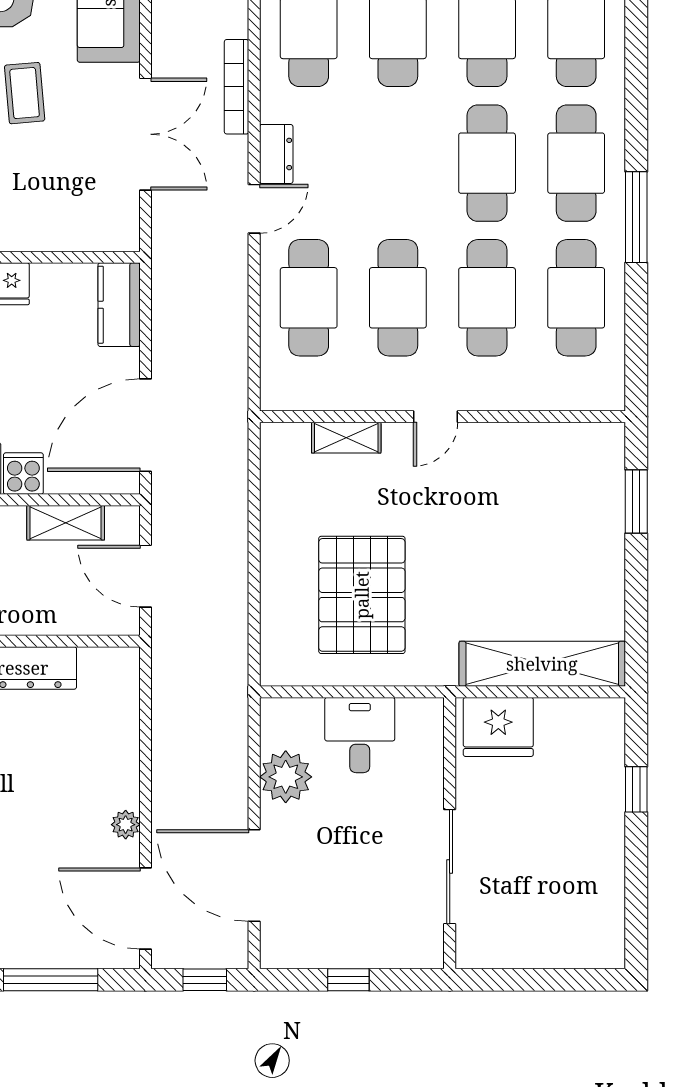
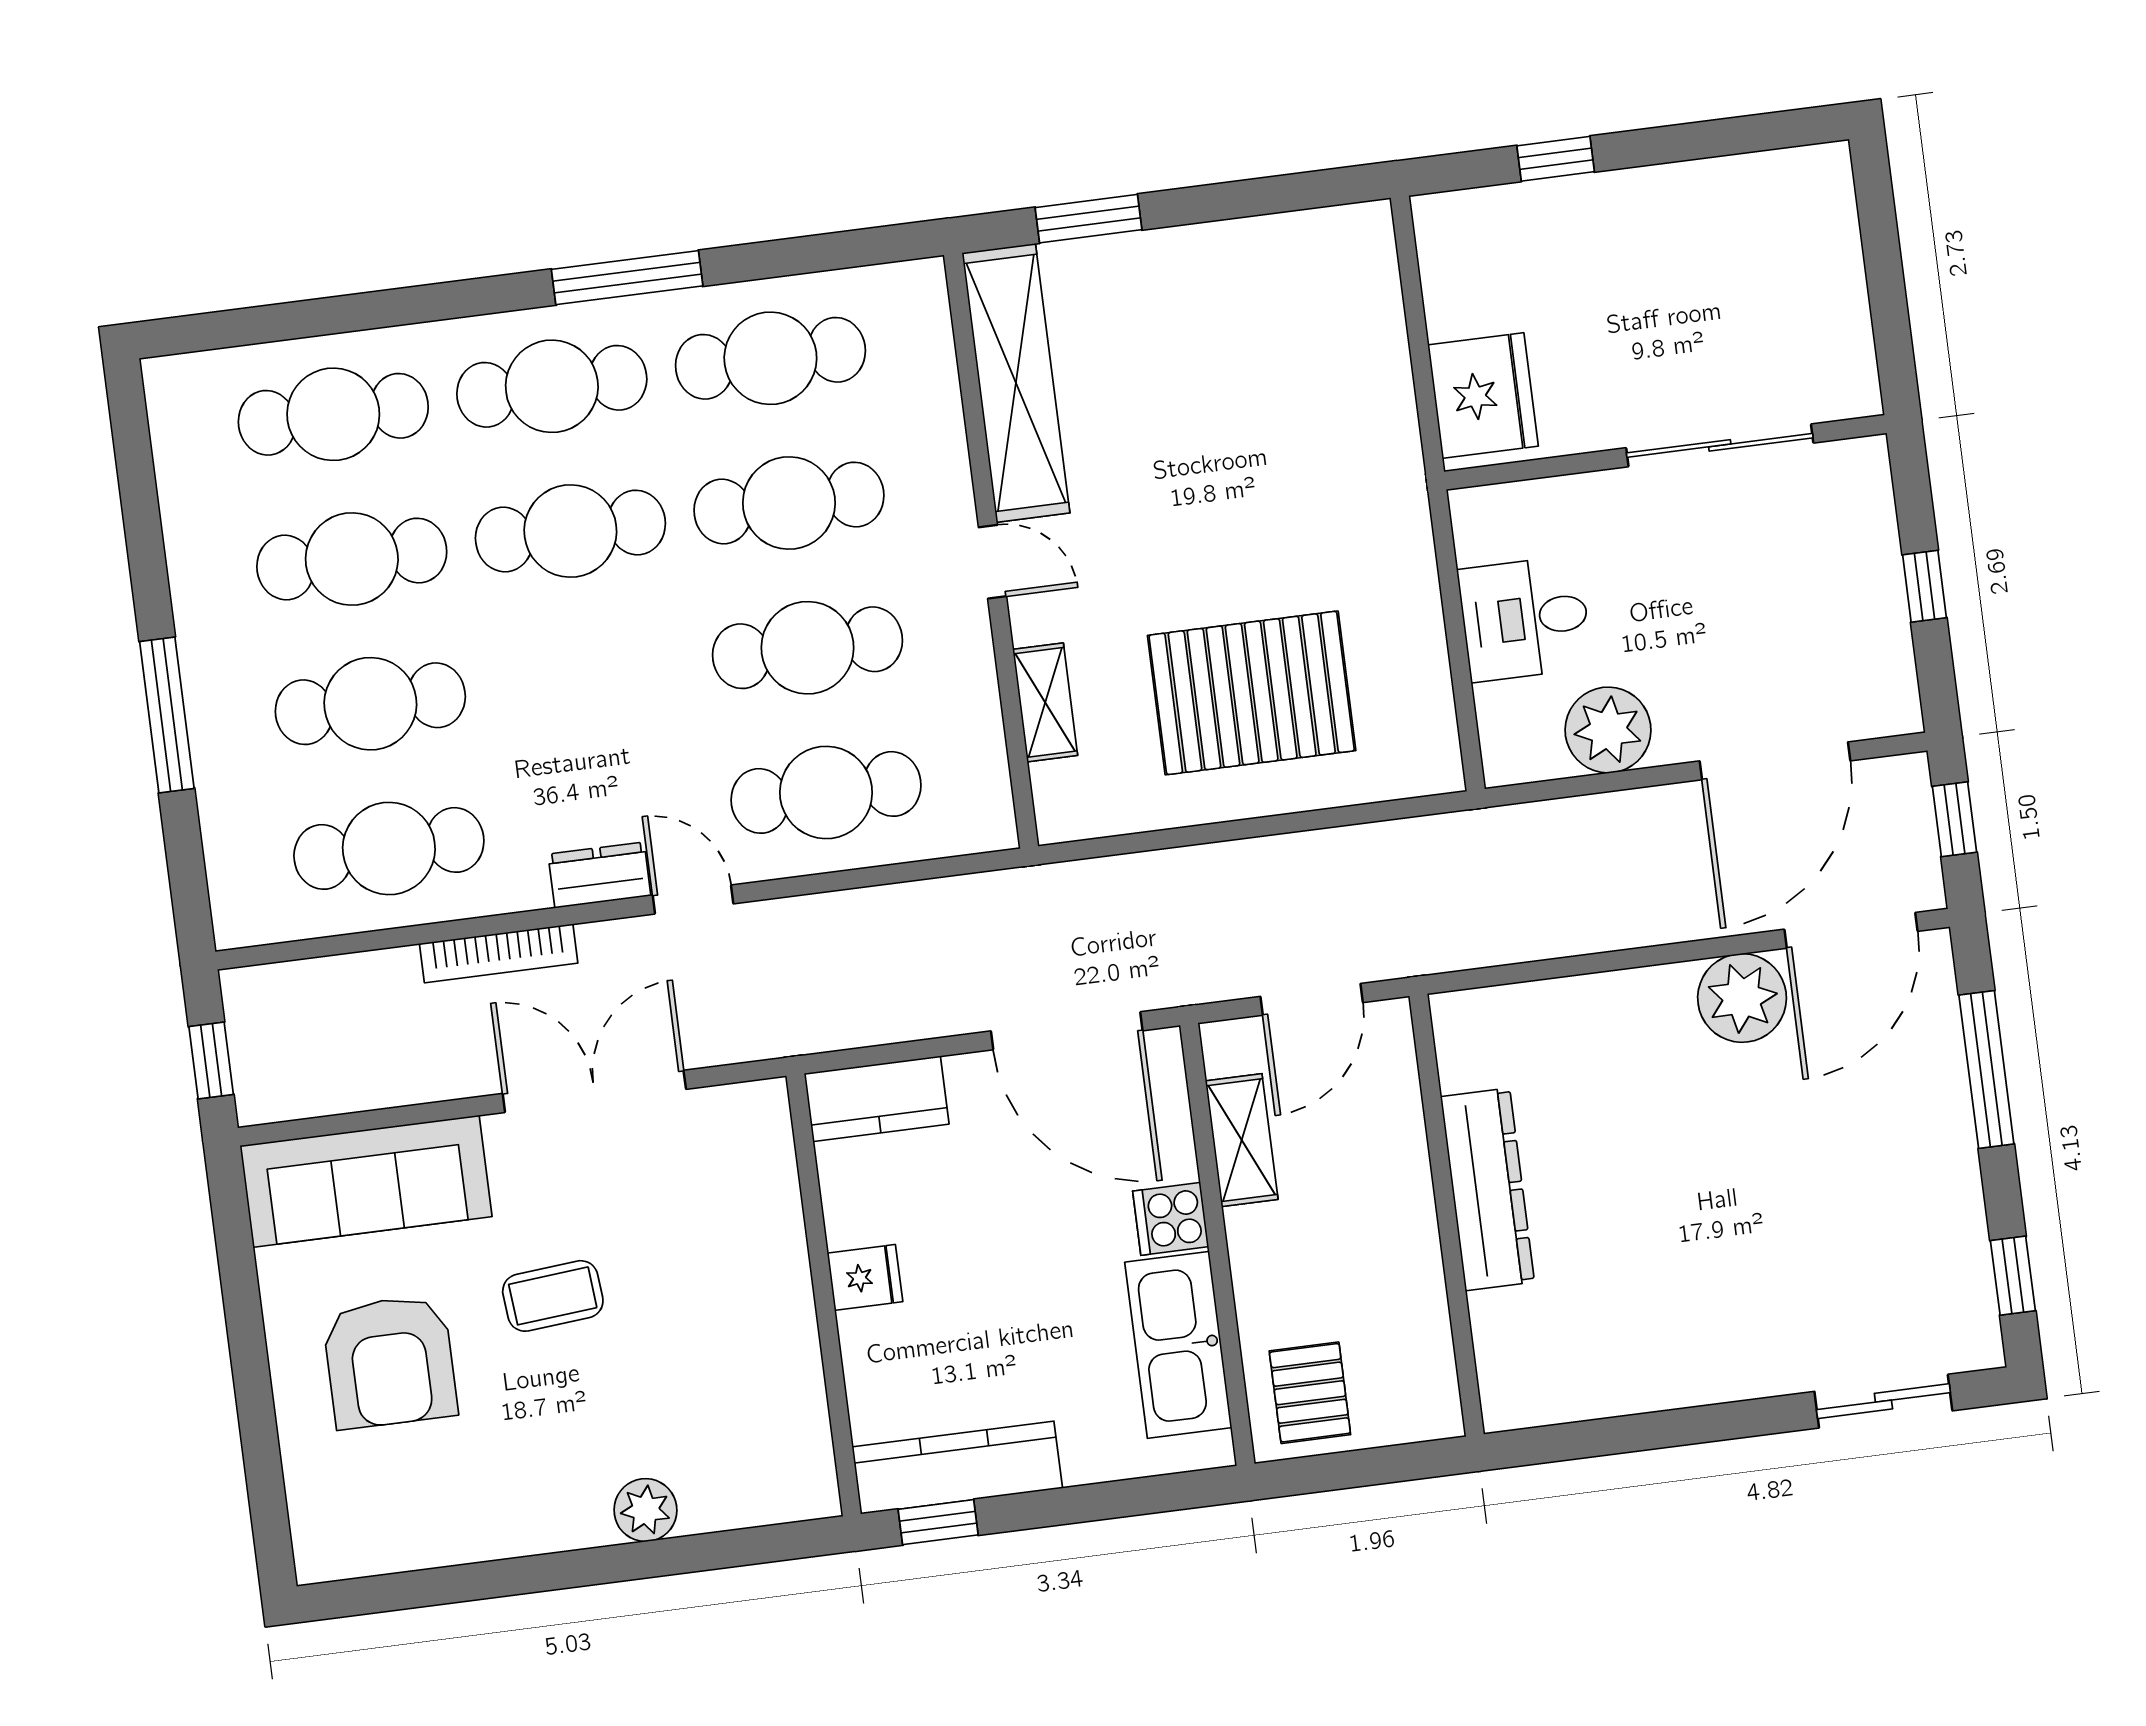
pallet: (362, 595) -> (1252, 693), moved
shelving: (542, 664) -> (1016, 383), moved
plant: (126, 825) -> (1742, 998), width x1.88, depth x1.88

